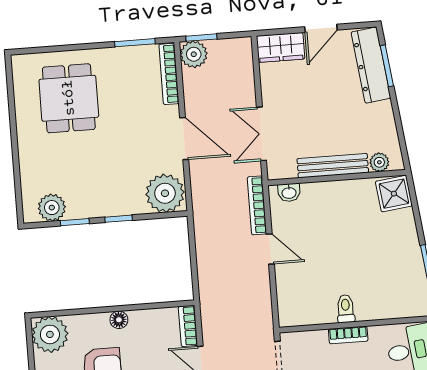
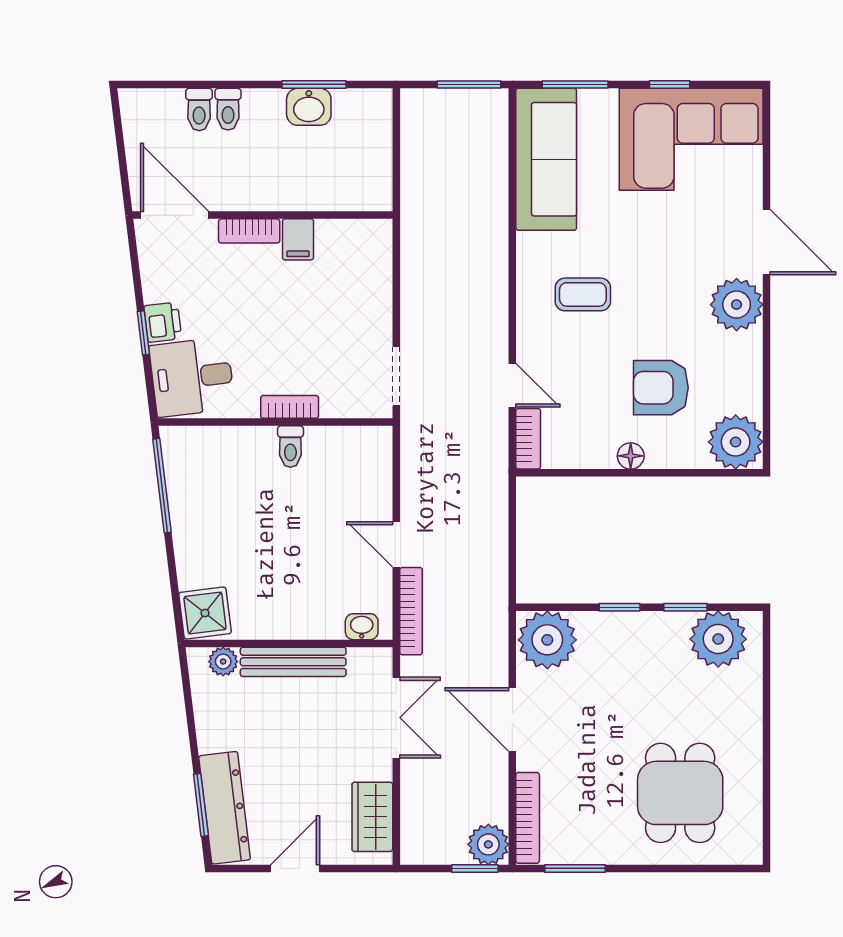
wardrobe: (281, 47) -> (372, 817), moved, turned -90
plant: (52, 208) -> (718, 639), width x1.36, depth x1.36

